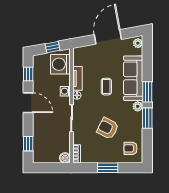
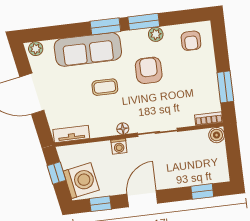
washing machine: (60, 64) -> (81, 181), moved, turned -100
tv unit: (78, 78) -> (71, 134), moved
plant: (138, 106) -> (156, 34), moved
armchair: (108, 128) -> (149, 70), moved, turned 153
window: (108, 168) -> (225, 87), moved

